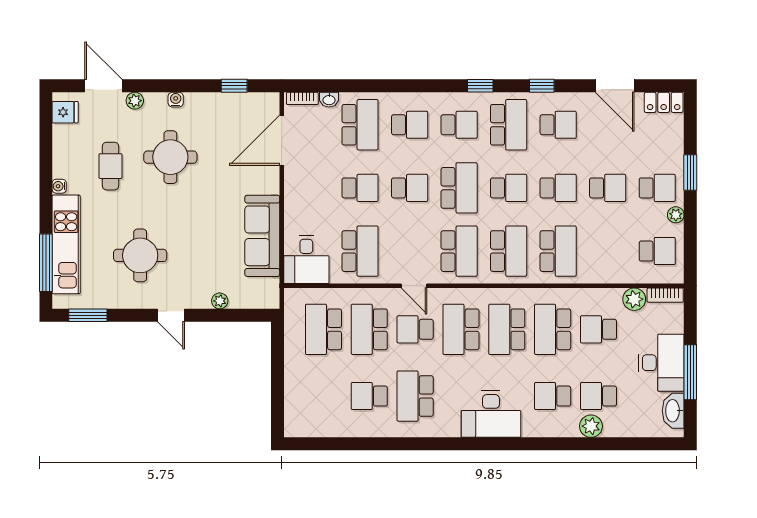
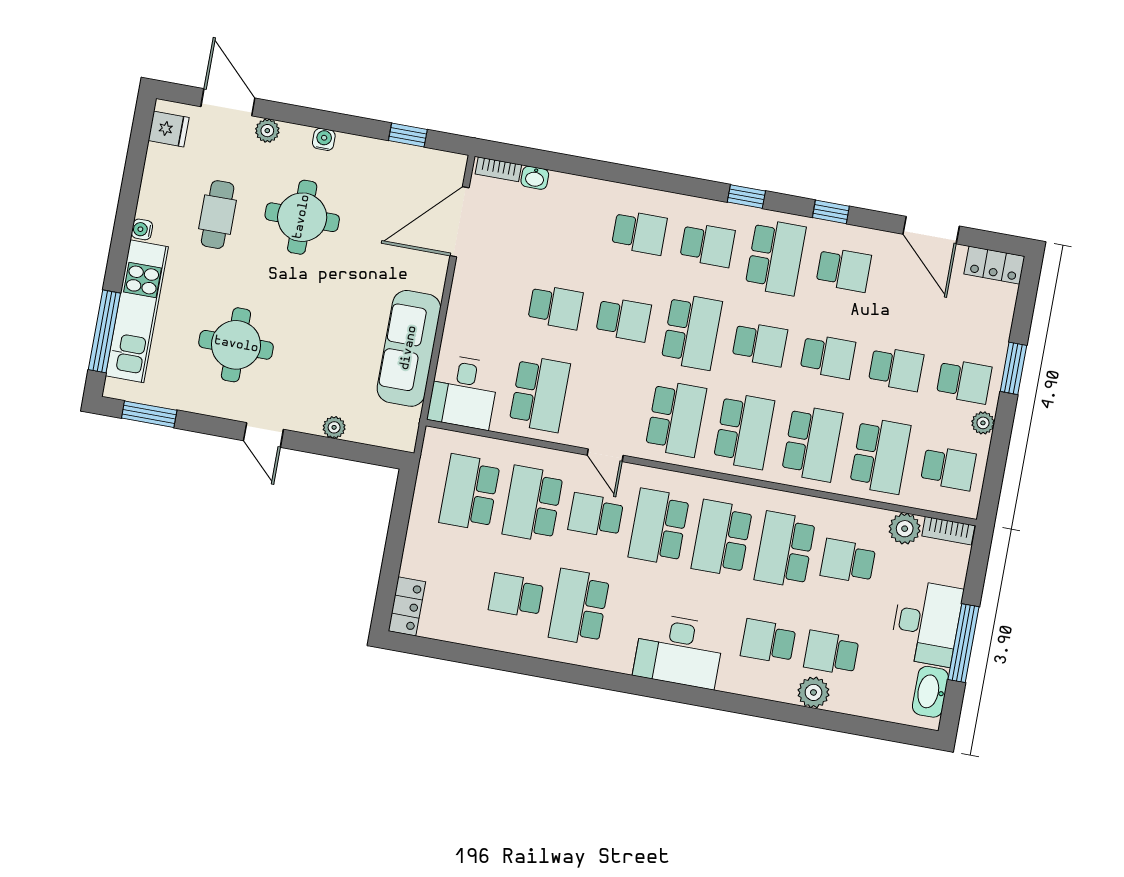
school desk: (360, 125) -> (880, 456), moved
locker: (294, 418) -> (407, 606), added

